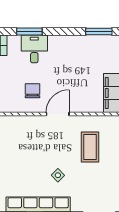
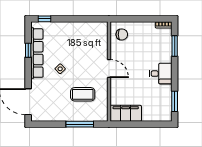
desk: (34, 49) -> (161, 74), moved
chair: (33, 91) -> (122, 34), moved

